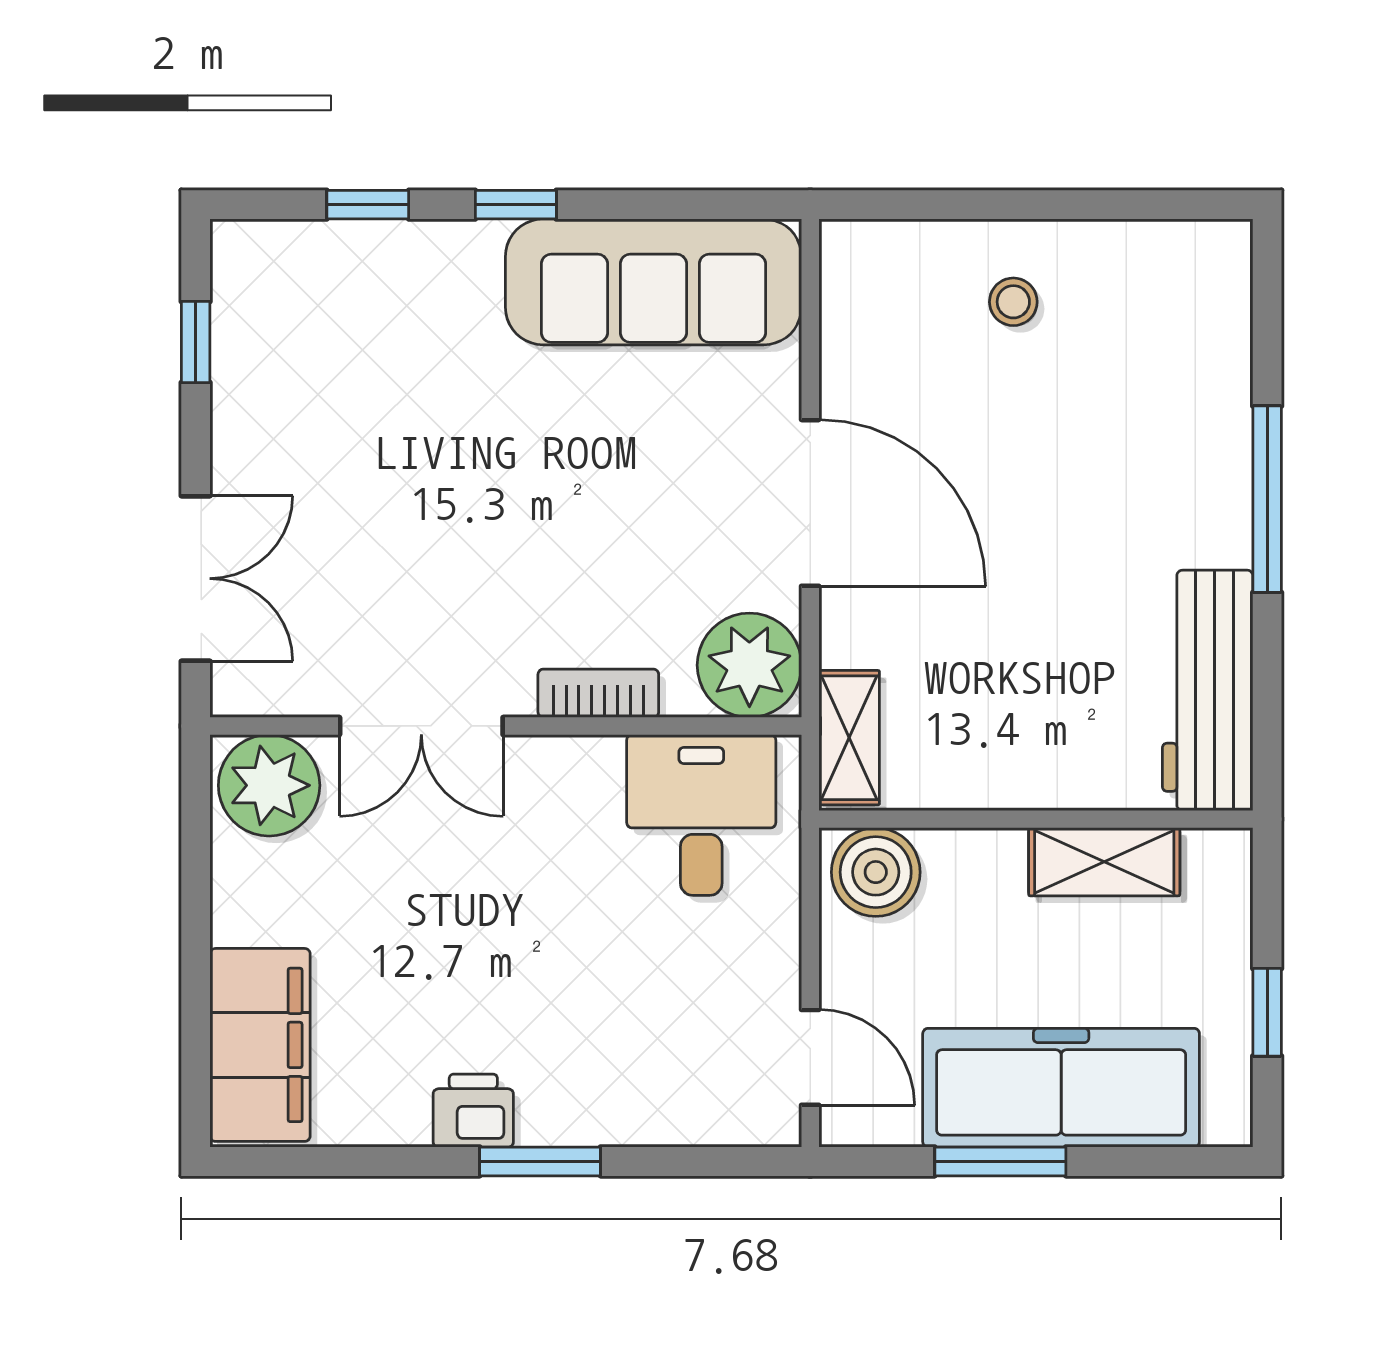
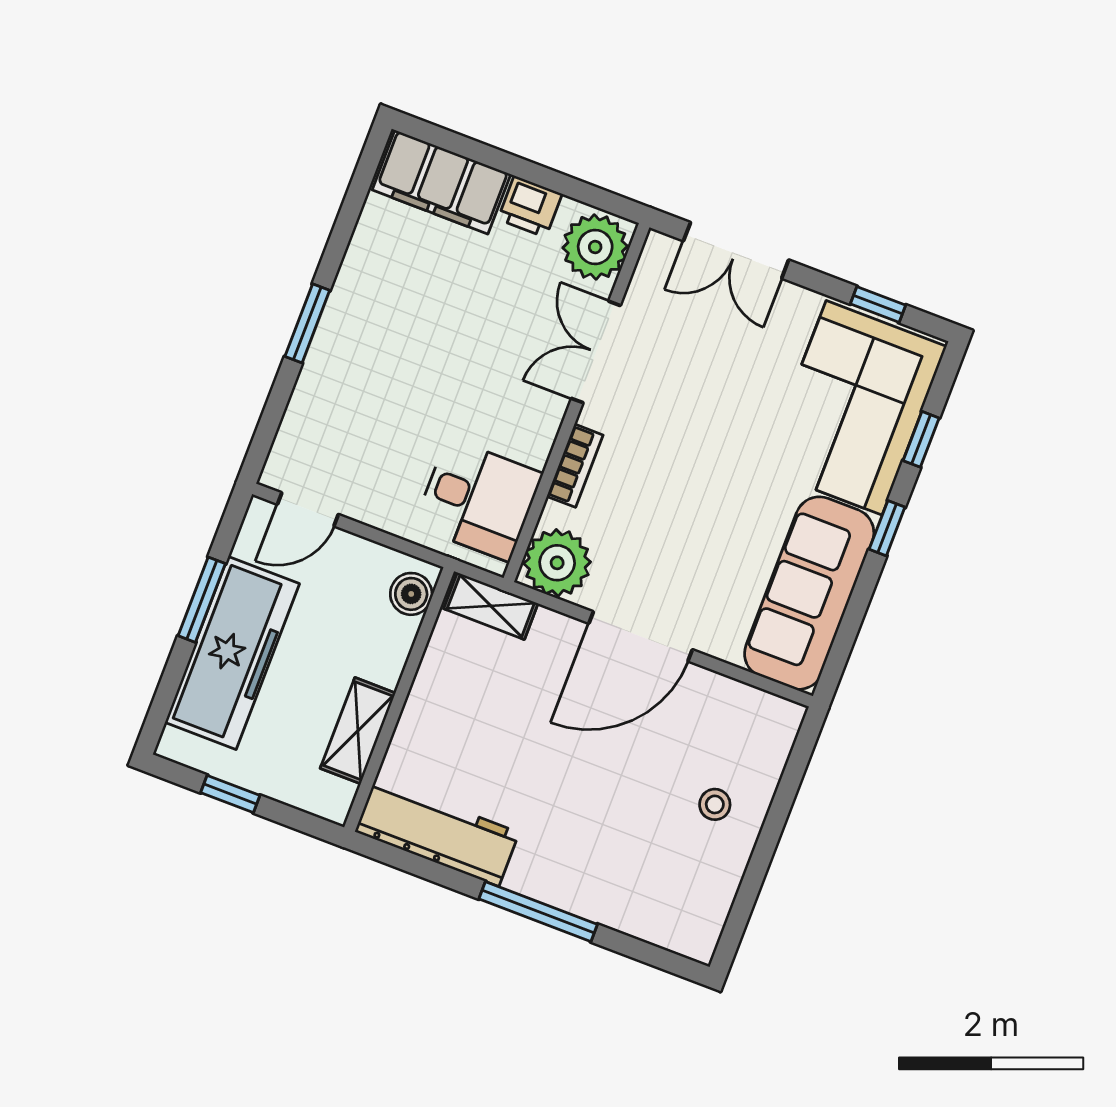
corner sofa: (359, 319) -> (854, 408), added
boiler: (876, 872) -> (411, 594), width x0.73, depth x0.73
printer: (473, 1111) -> (530, 207), moved, turned 90

